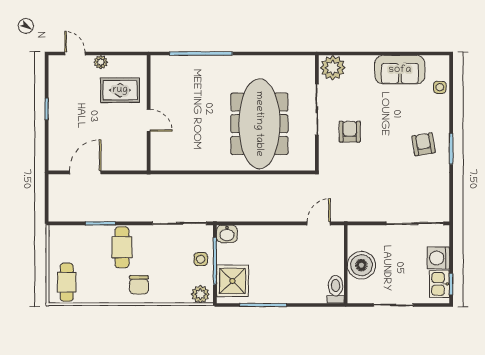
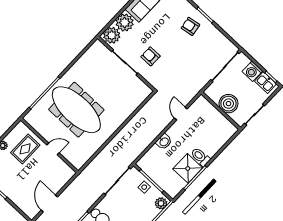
plant: (360, 69) -> (125, 23), added
meeting table: (259, 124) -> (76, 110), moved
washbasin: (227, 234) -> (164, 142), moved
wall: (346, 264) -> (221, 111), moved
boiler: (361, 265) -> (228, 104), moved
shower: (232, 281) -> (188, 168), moved
toilet: (336, 289) -> (200, 157), moved

